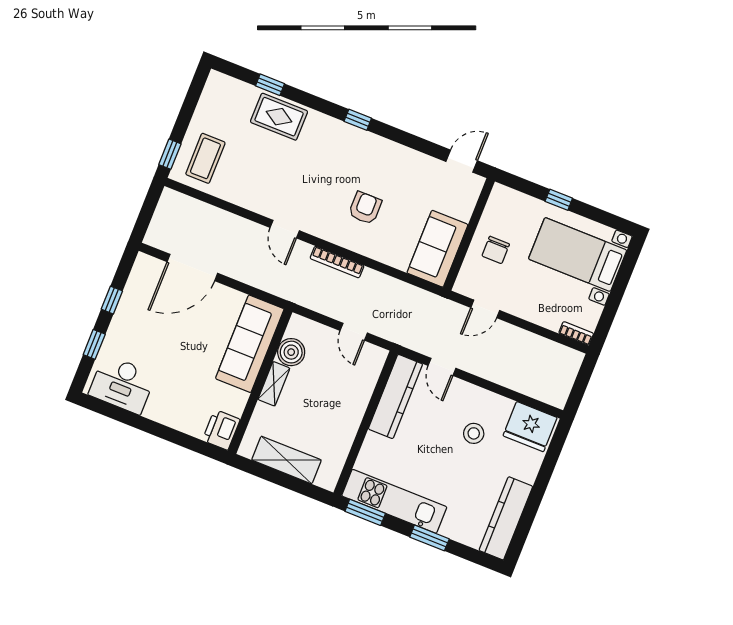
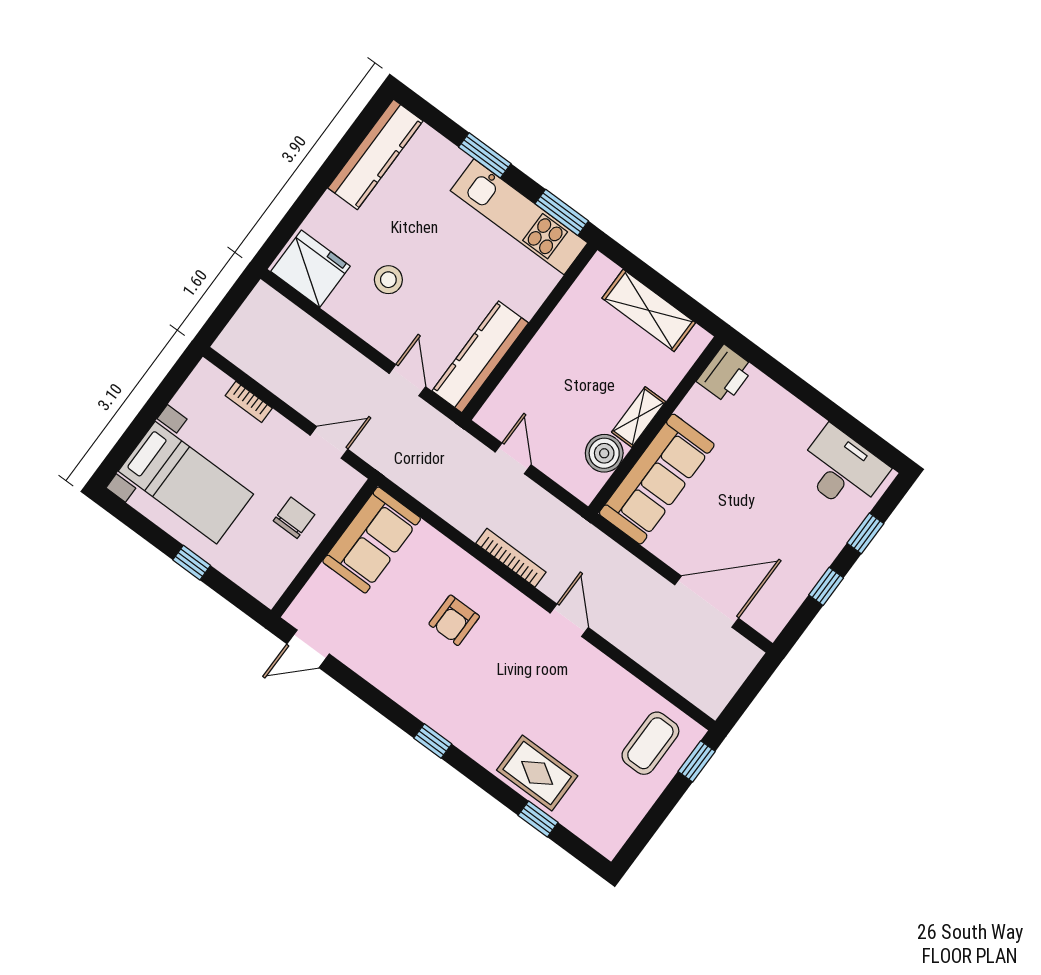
bookcase: (576, 333) -> (249, 402), moved

